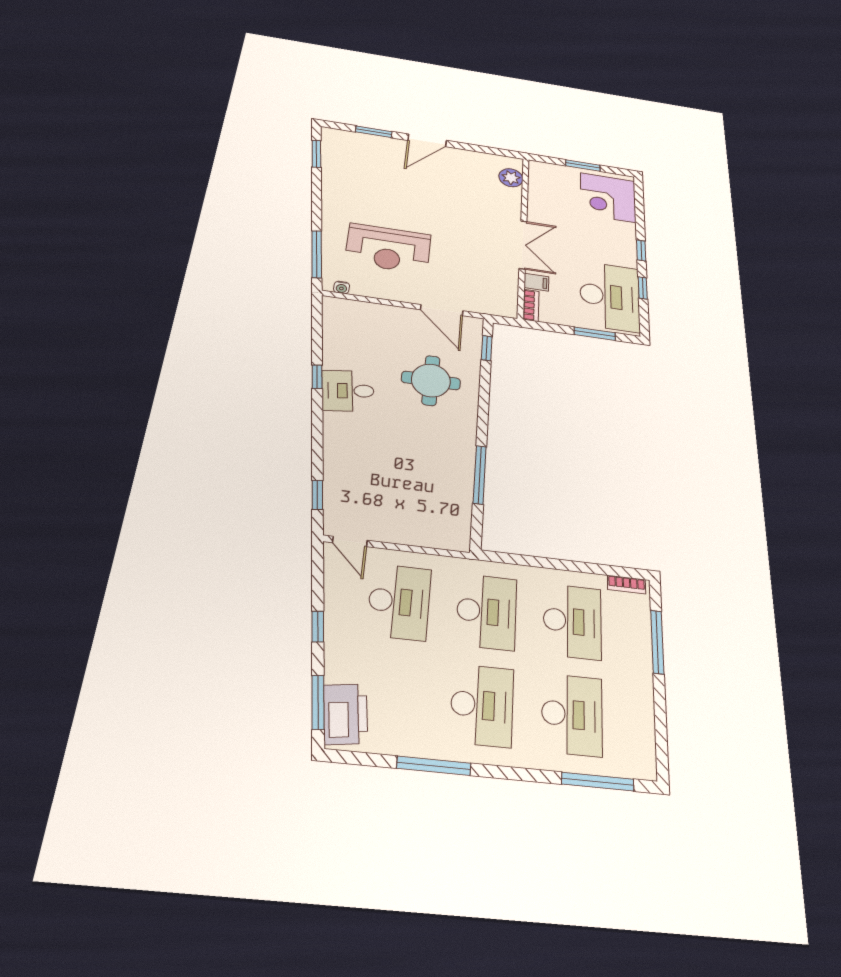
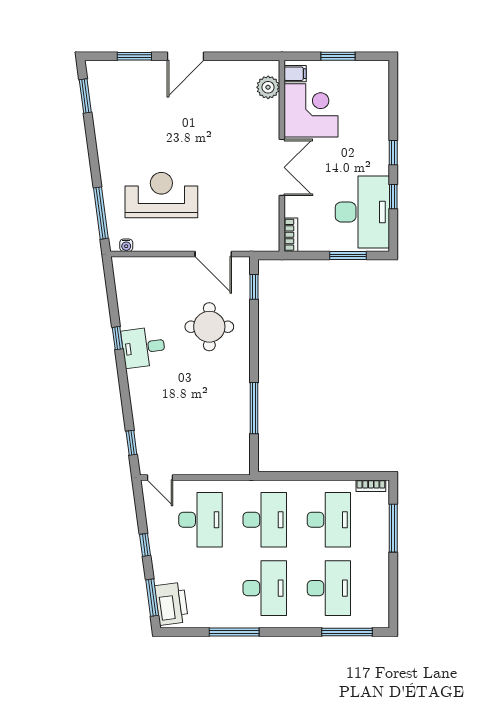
corner desk: (608, 198) -> (311, 110), moved, turned 180
reception desk: (388, 249) -> (161, 195), turned 180
filing cabinet: (536, 282) -> (295, 74), moved

